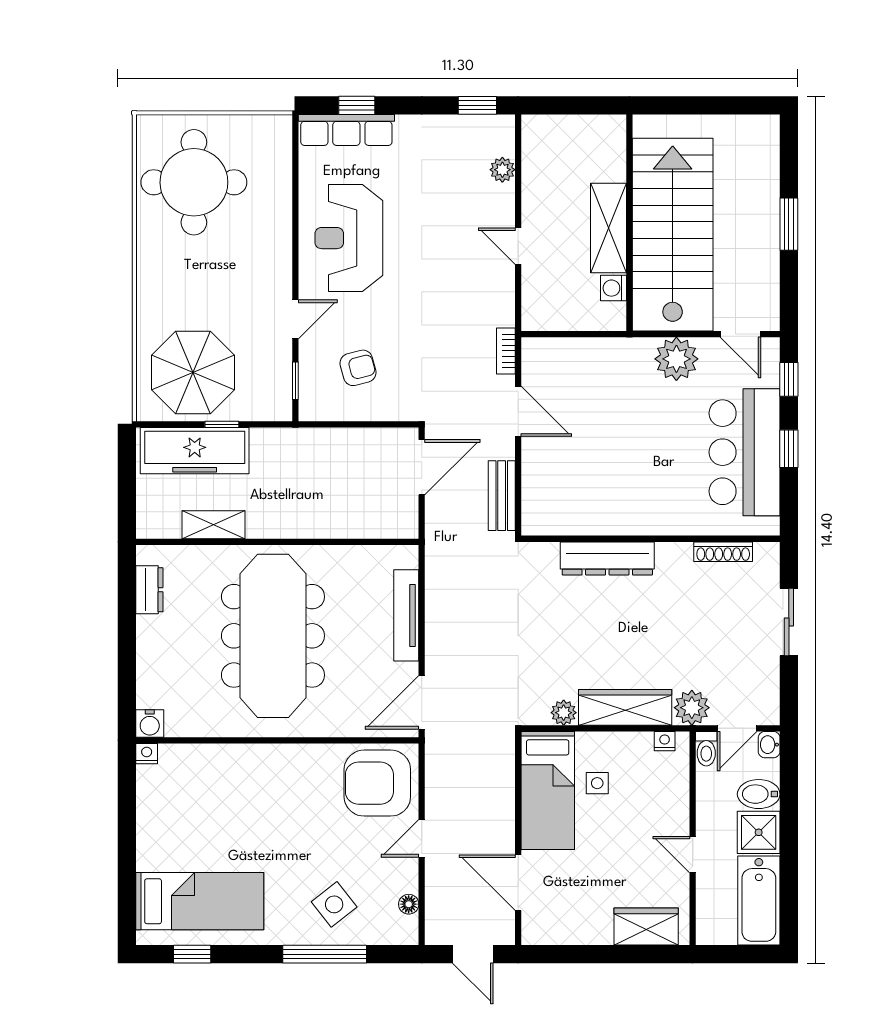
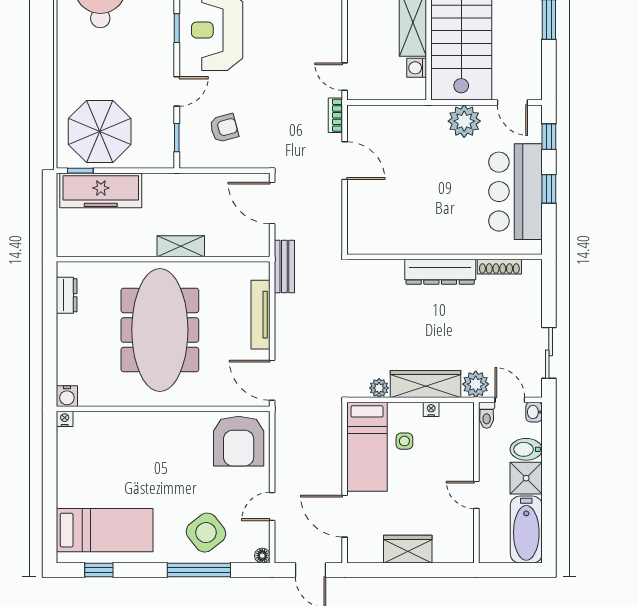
window: (295, 235) -> (177, 28), added
door: (518, 246) -> (345, 77), moved
window: (222, 424) -> (80, 171), moved
door: (422, 467) -> (272, 203), swing flipped
bench: (502, 496) -> (284, 267), moved
shelving: (214, 525) -> (181, 246), moved
dresser: (607, 558) -> (440, 272), moved
sliding door: (789, 622) -> (549, 353), moved
door: (422, 702) -> (272, 380), hinge flipped
door: (737, 728) -> (510, 400), swing flipped
nightstand: (665, 741) -> (431, 409), moved
armchair: (377, 783) -> (239, 441), turned -90
door: (422, 838) -> (272, 507), moved
side table: (334, 904) -> (206, 533), width x1.37, depth x1.37
floor lamp: (409, 904) -> (262, 556), moved
wardrobe: (646, 926) -> (408, 549), moved

